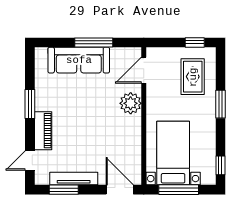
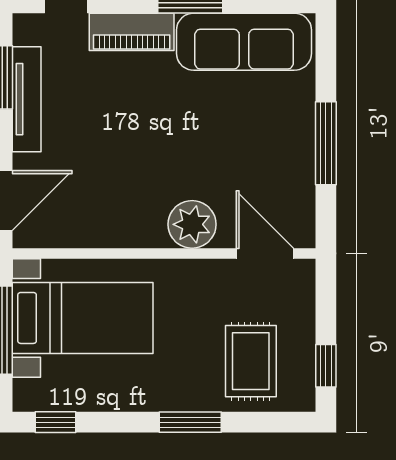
sofa: (79, 60) -> (244, 42), moved, turned -90
rug: (193, 77) -> (251, 361), turned 90

